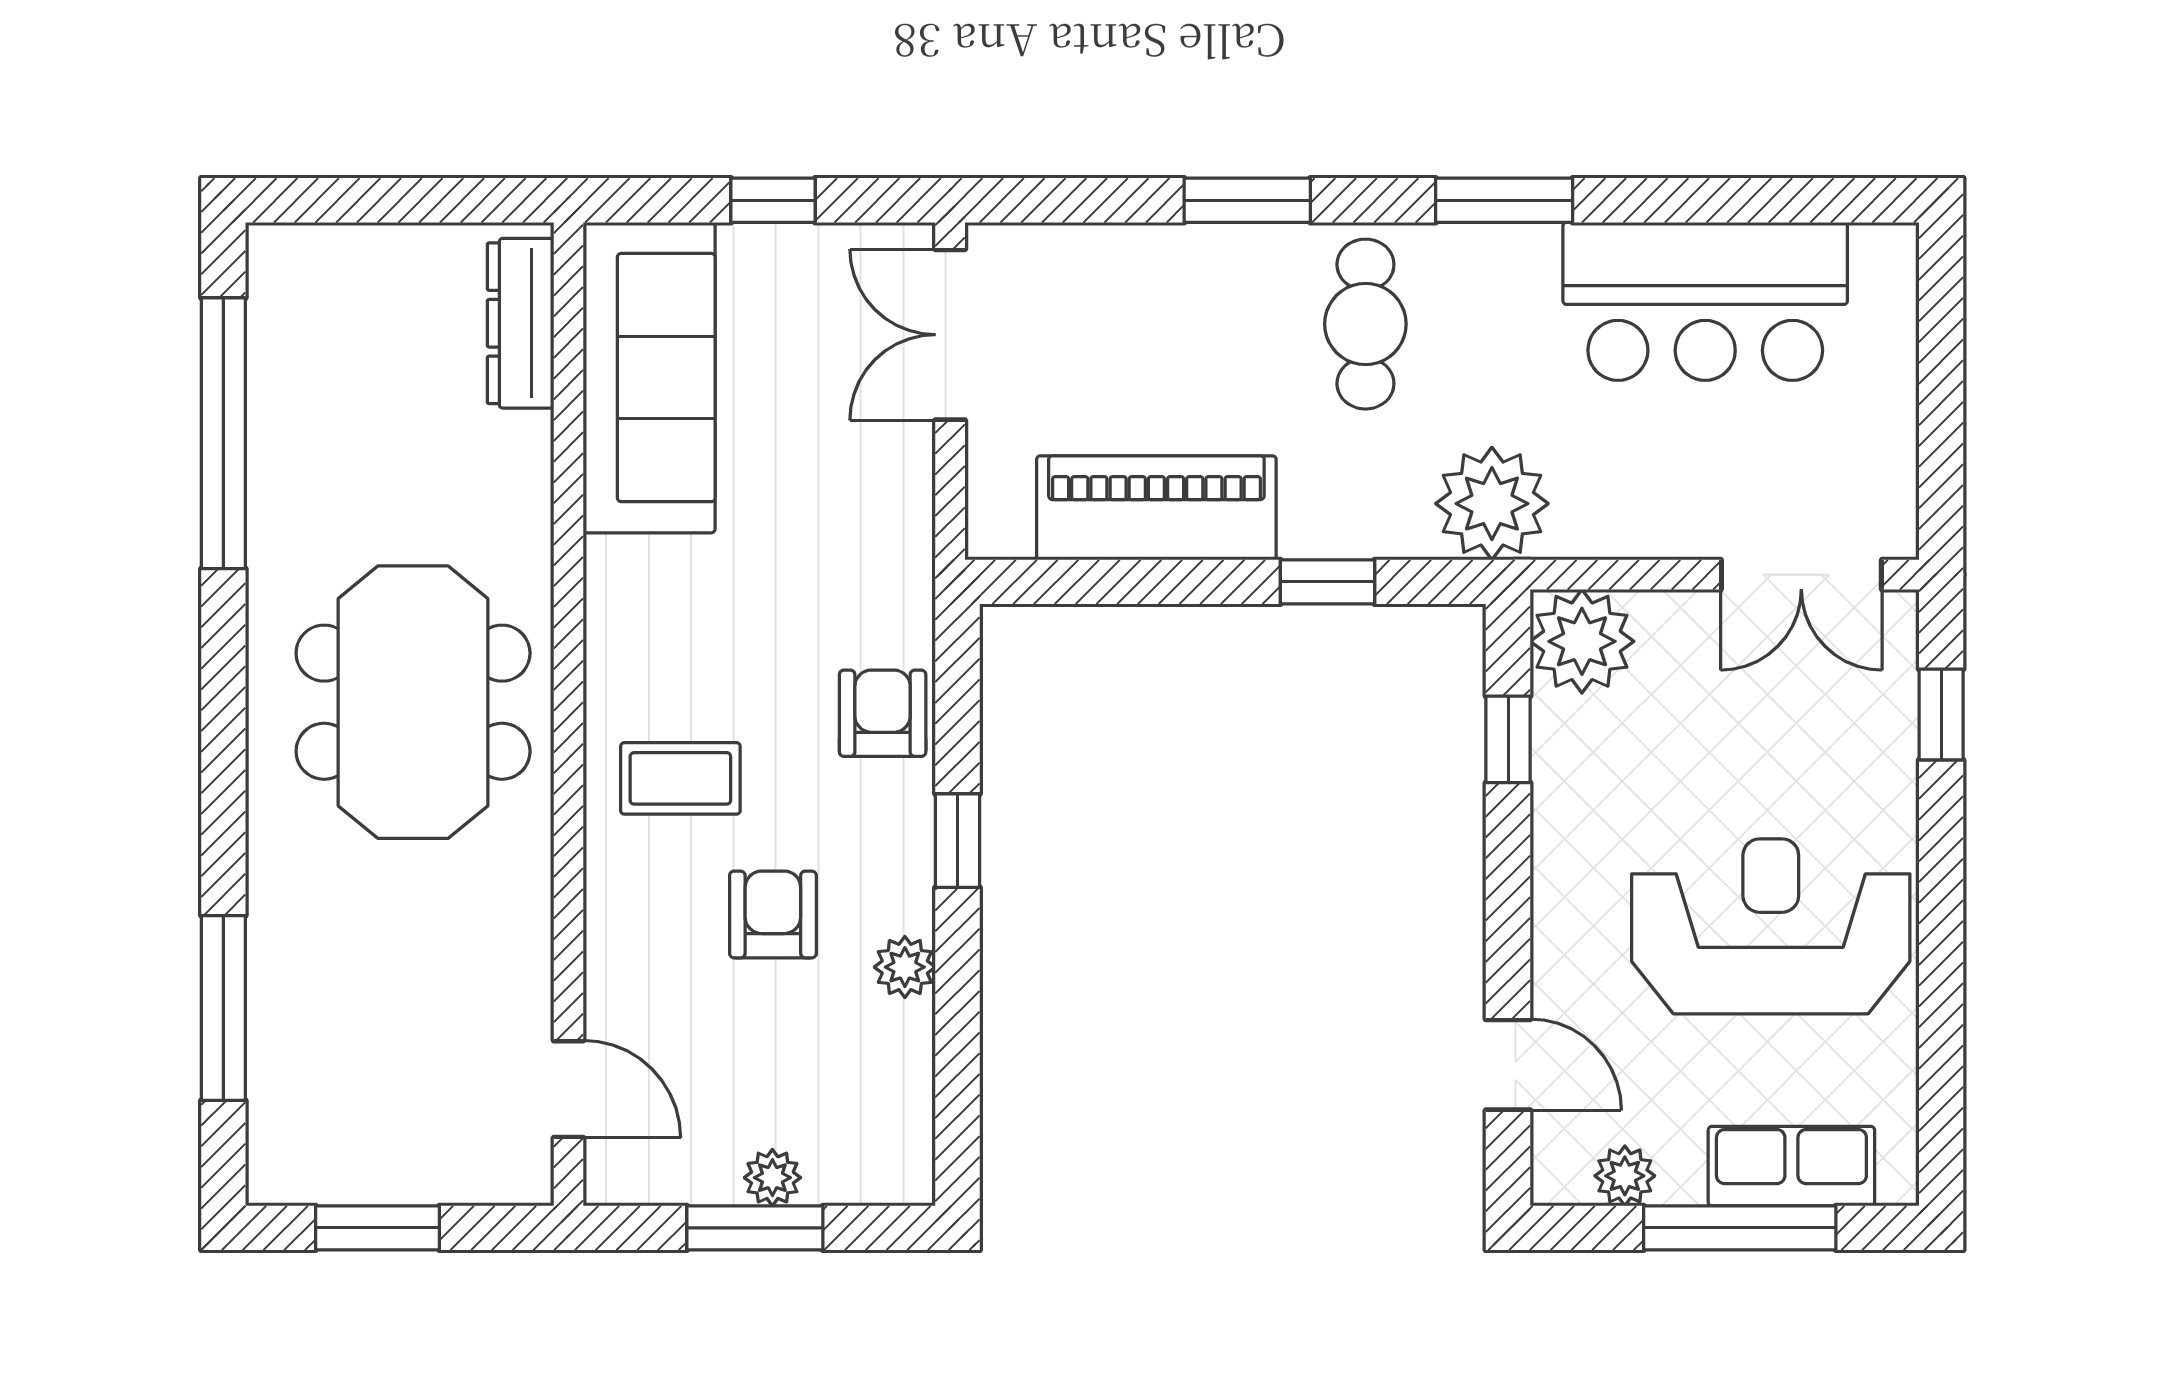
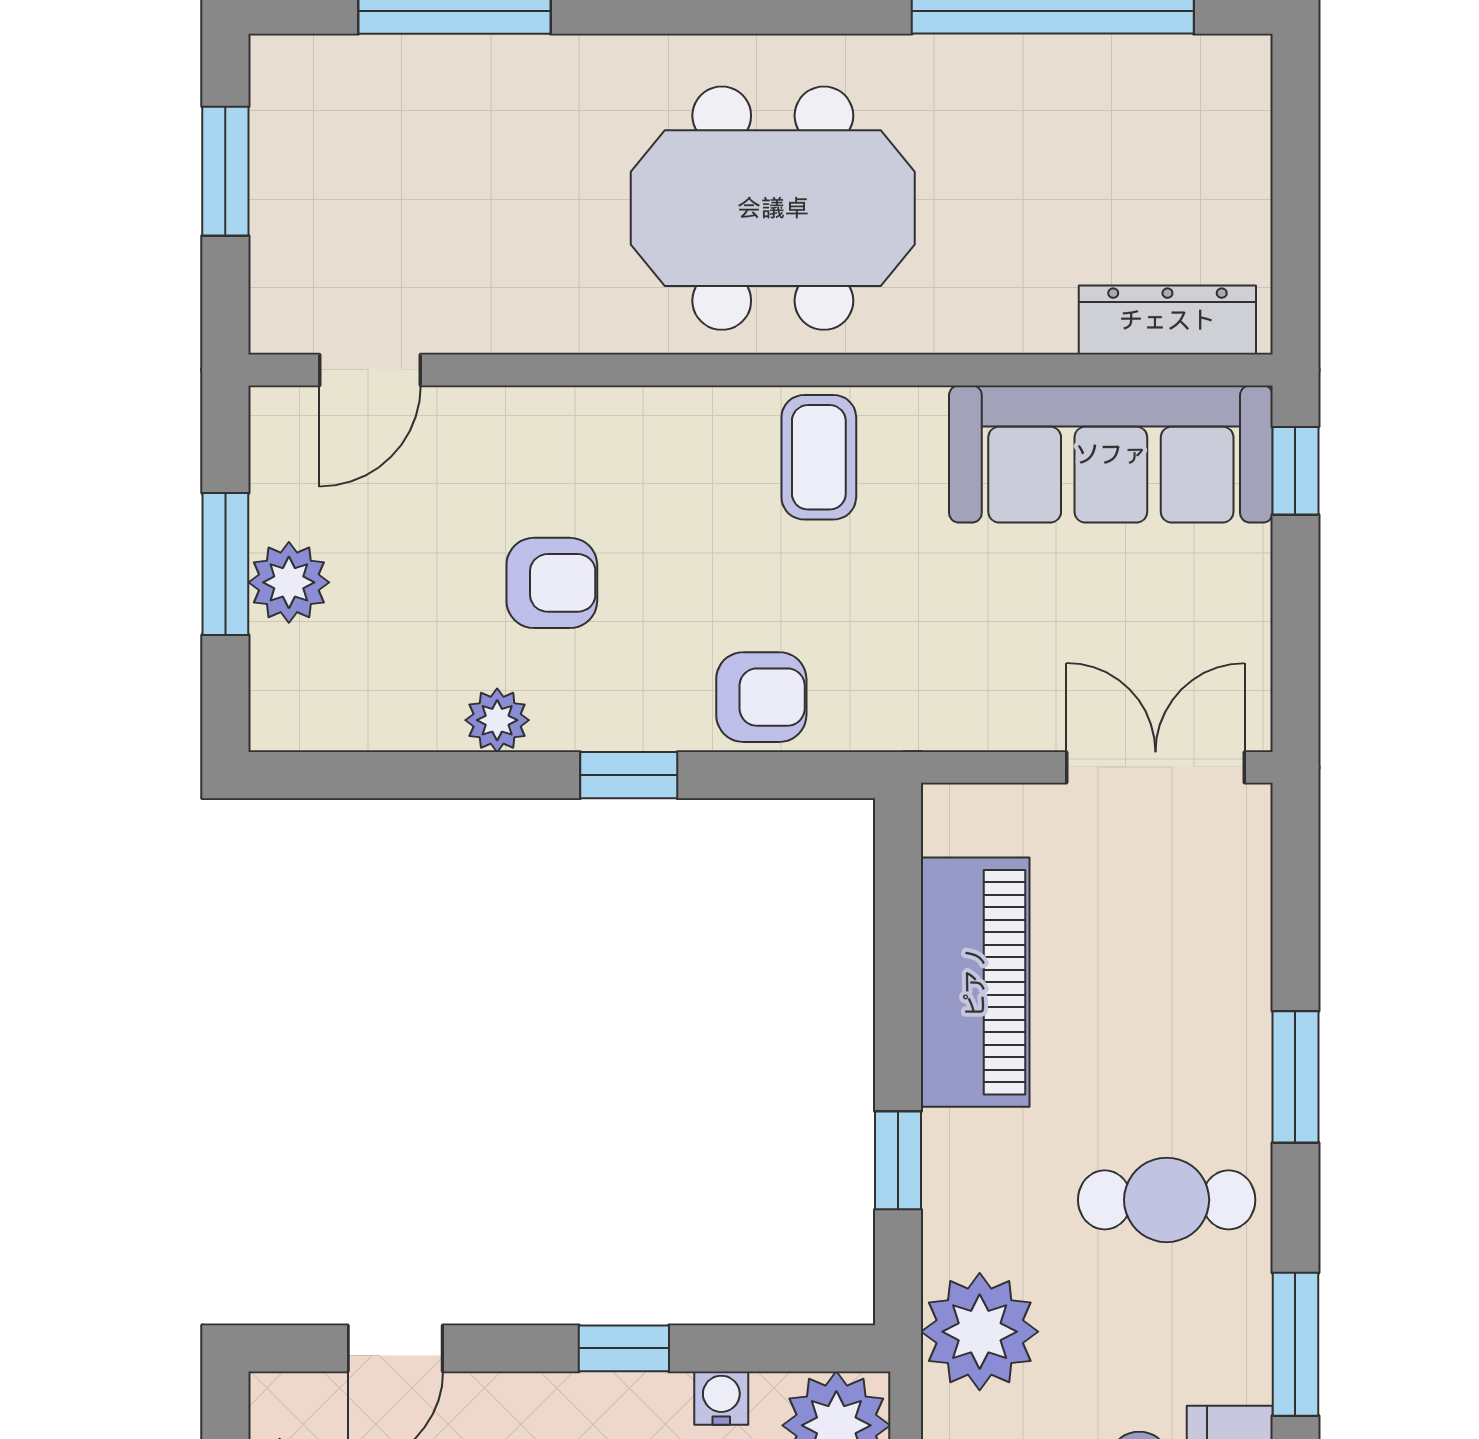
window: (773, 200) -> (1295, 471), moved
window: (1508, 739) -> (624, 1348), moved
water cooler: (1556, 752) -> (721, 1398), added
coffee table: (680, 778) -> (819, 457), moved
plant: (772, 1178) -> (289, 582), width x1.38, depth x1.38

